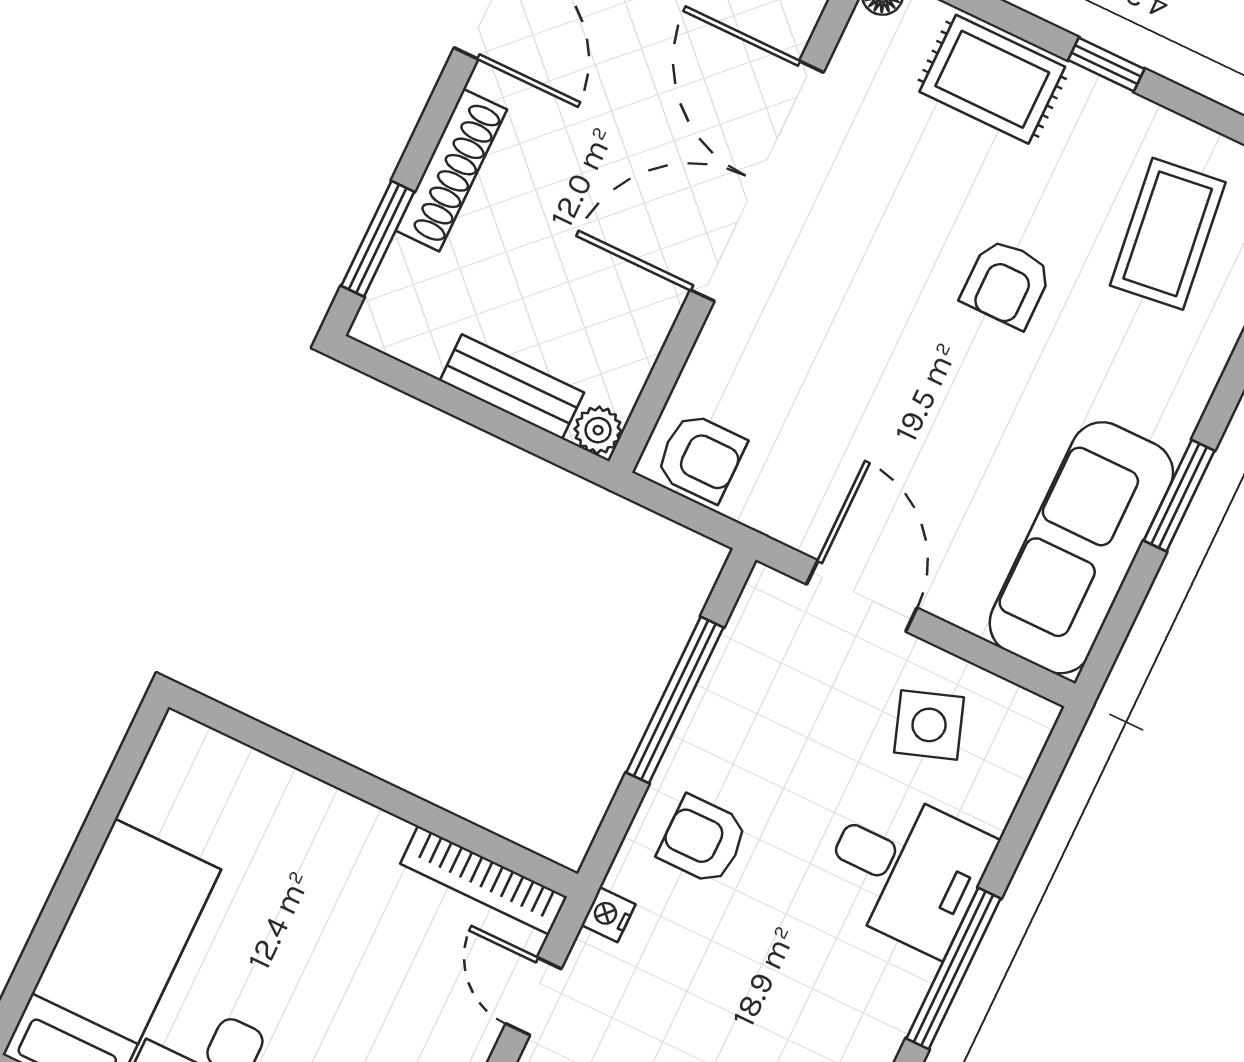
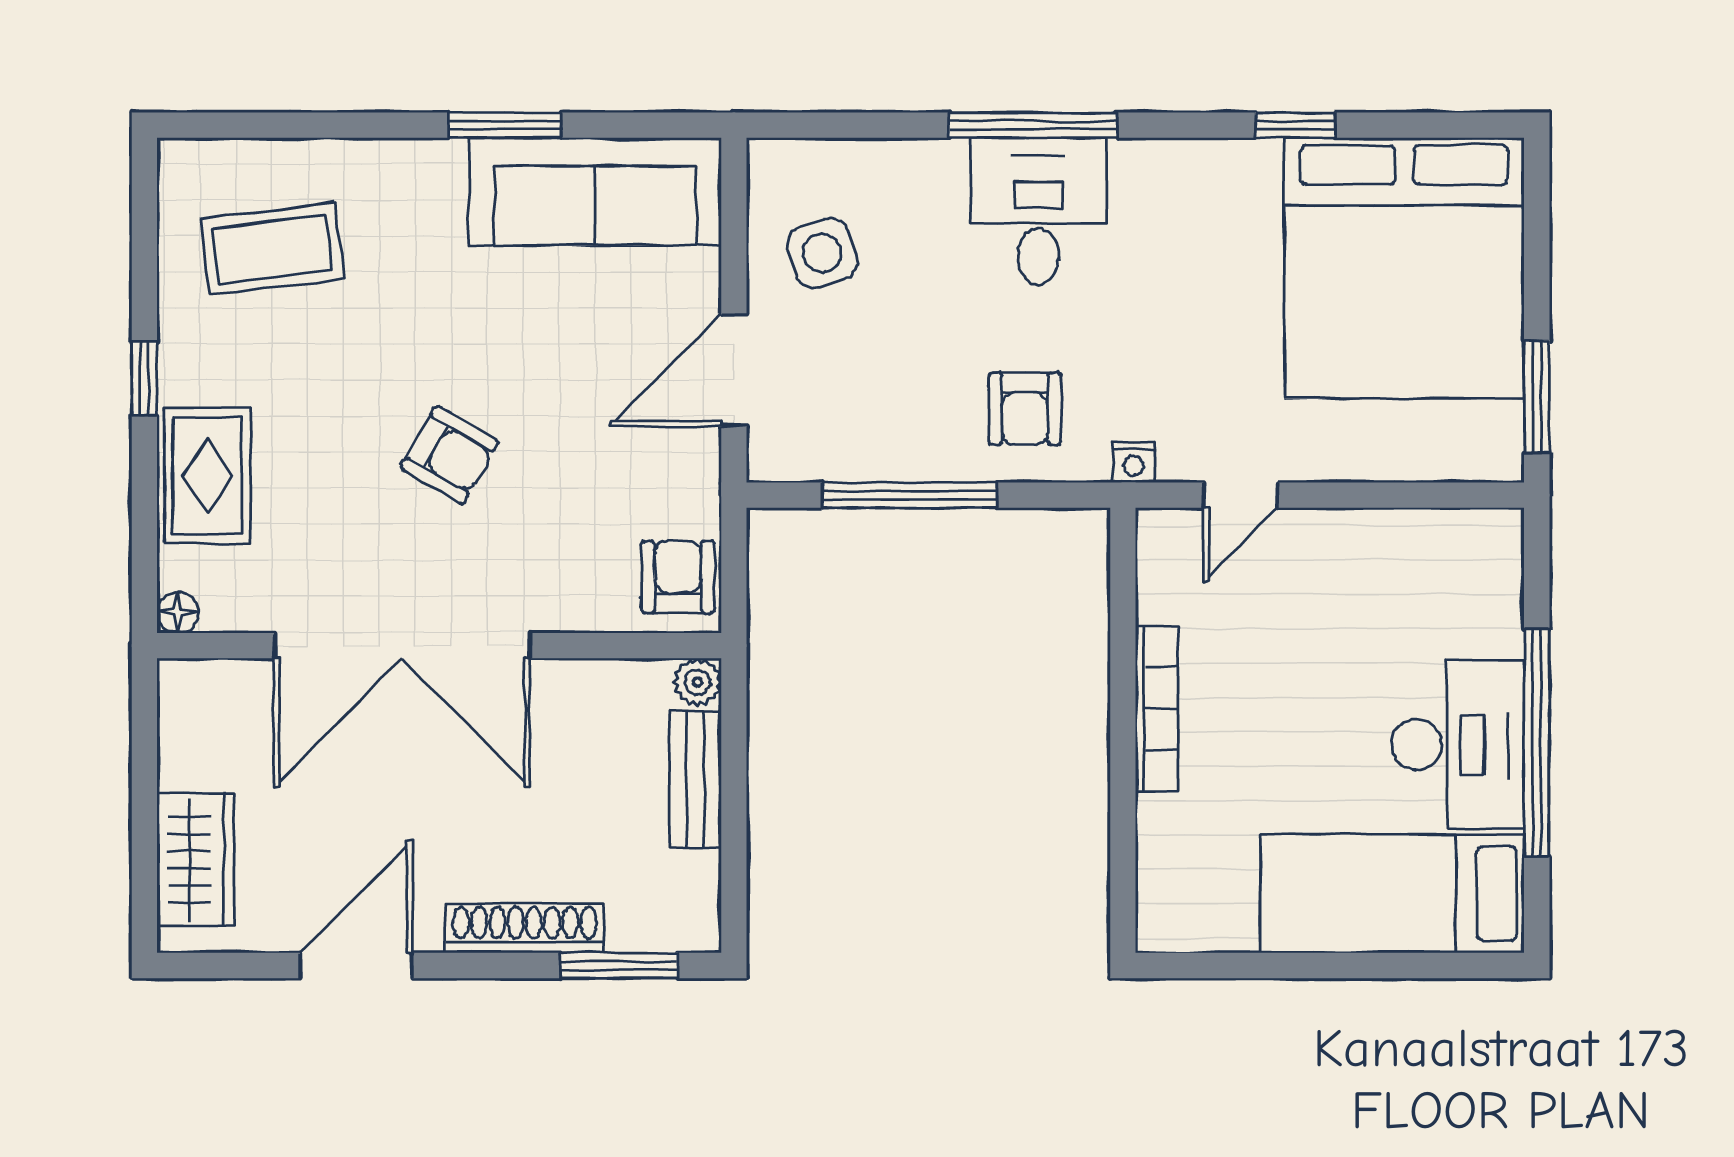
armchair: (1007, 283) -> (450, 455), moved, turned 30
desk: (906, 870) -> (1038, 211), moved
bookcase: (484, 880) -> (1157, 709), moved

